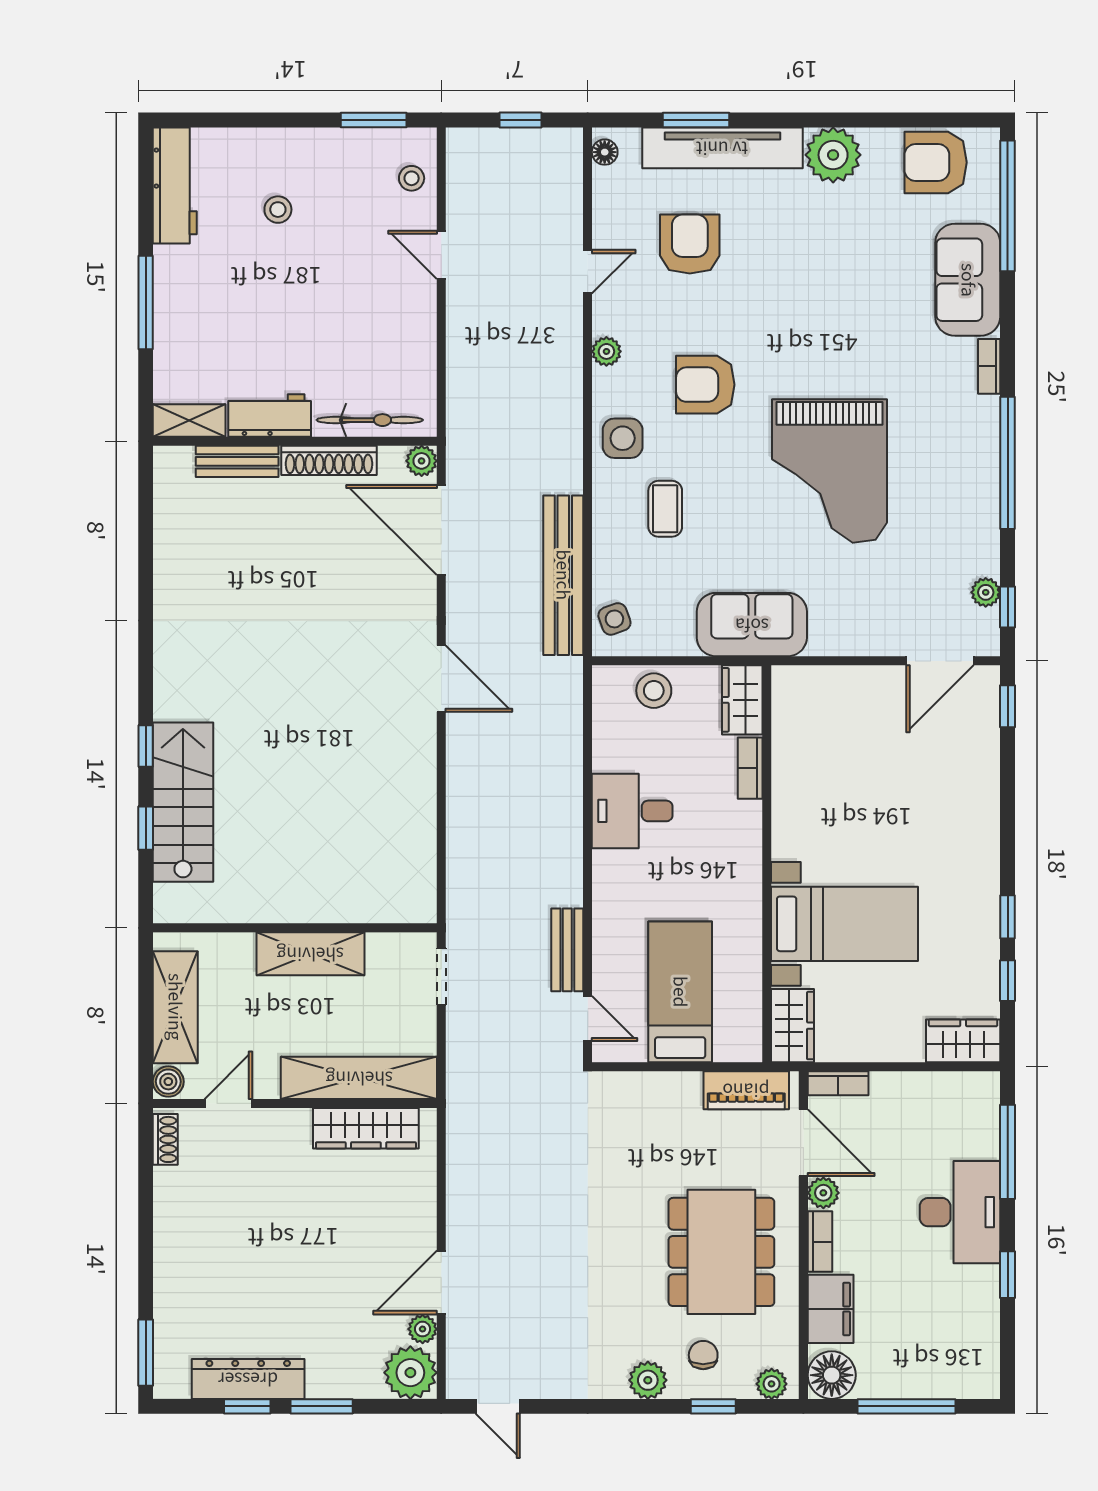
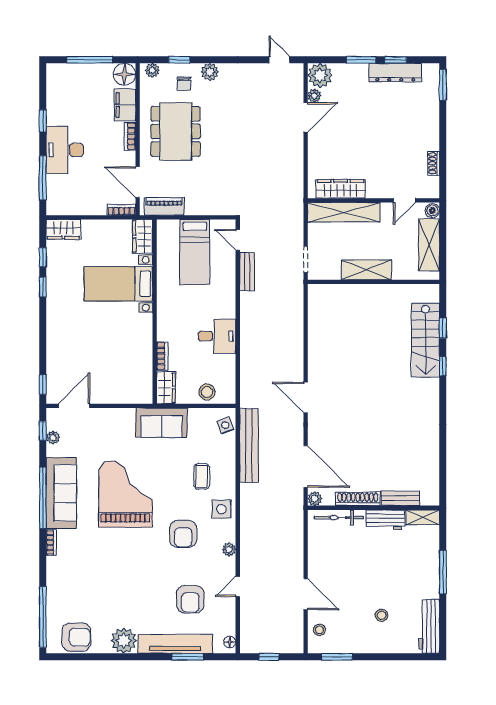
door: (441, 255) -> (306, 594), width x1.38
sofa: (968, 280) -> (61, 493), moved, width x1.36
armchair: (705, 385) -> (183, 534), turned 90
shoe rack: (165, 1139) -> (434, 163), moved
plant: (823, 1193) -> (128, 159), removed

